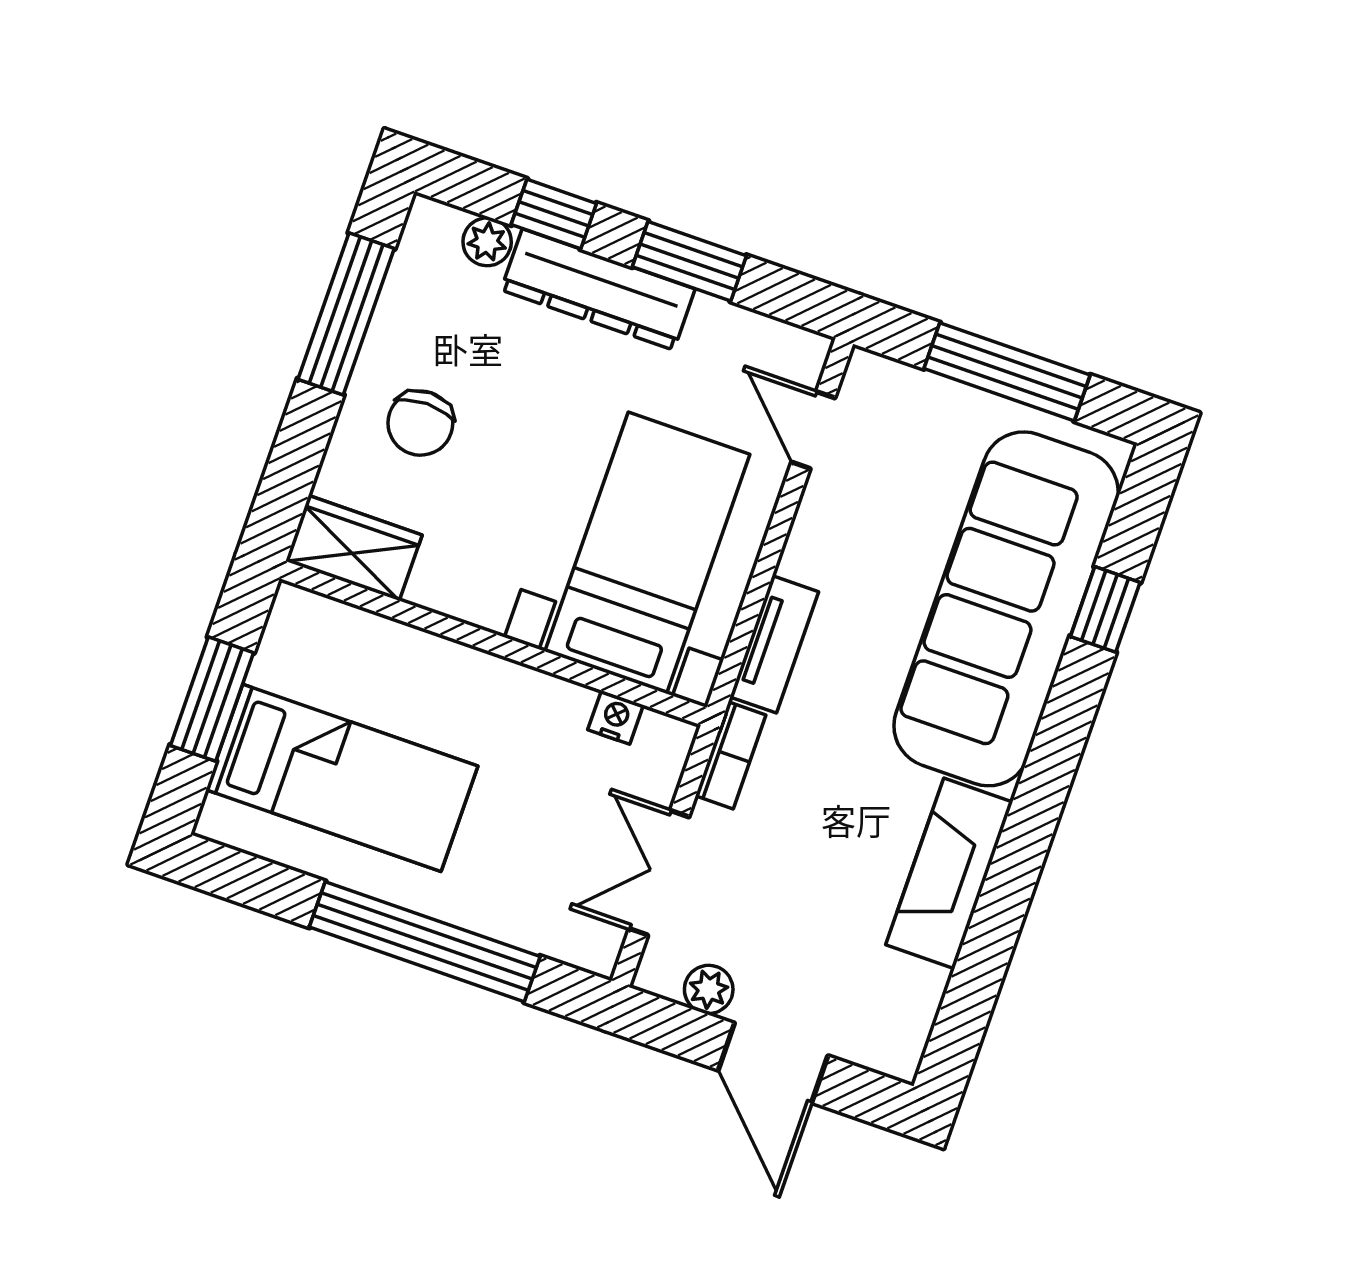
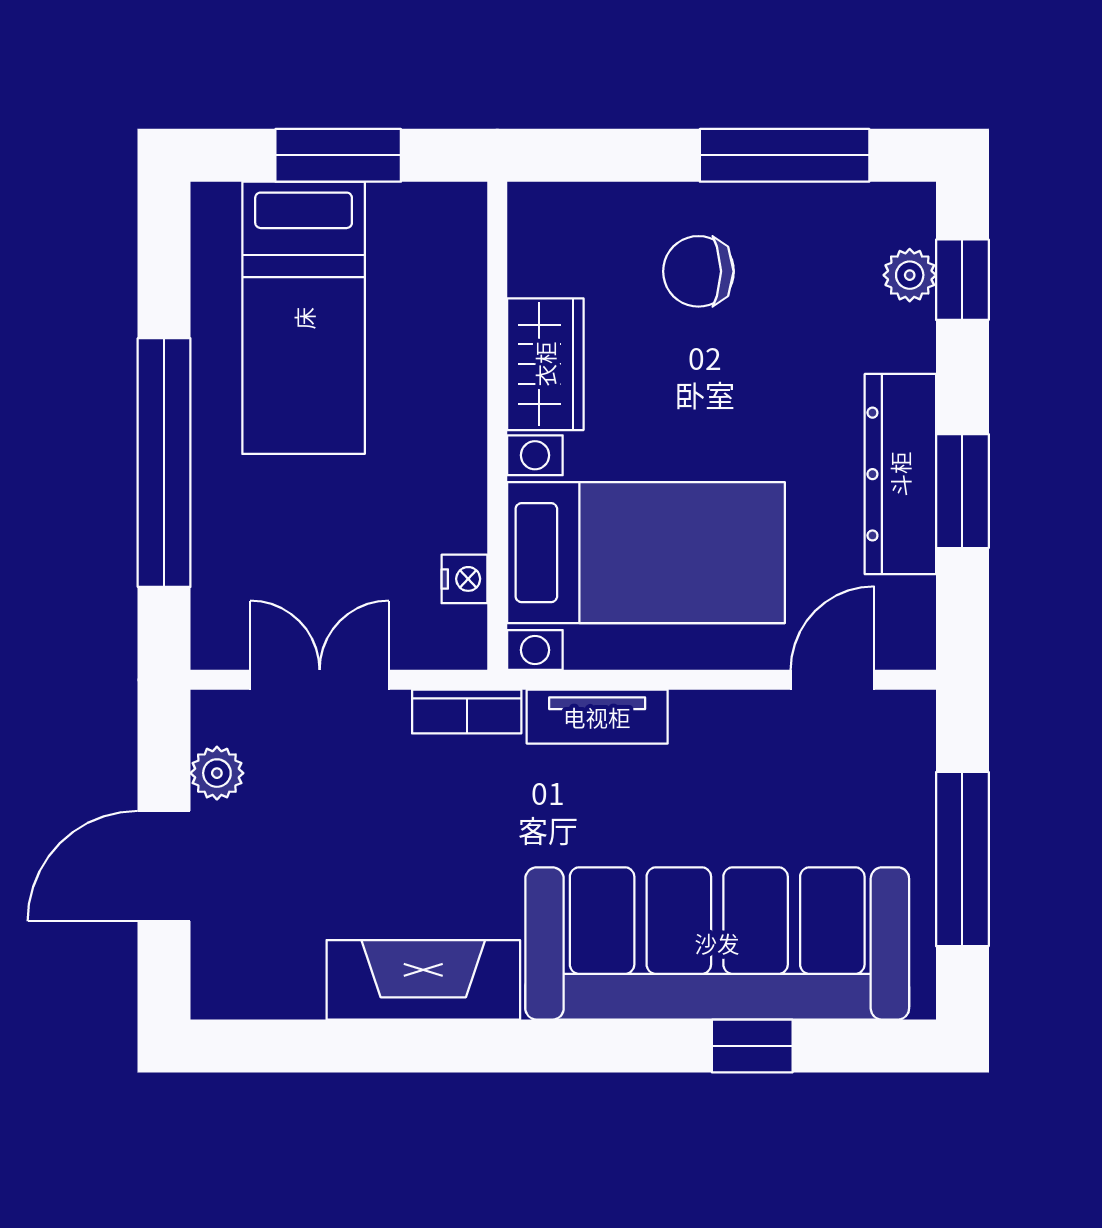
window: (554, 214) -> (962, 280), moved
dresser: (598, 289) -> (900, 474), moved
wardrobe: (354, 548) -> (545, 364), moved

